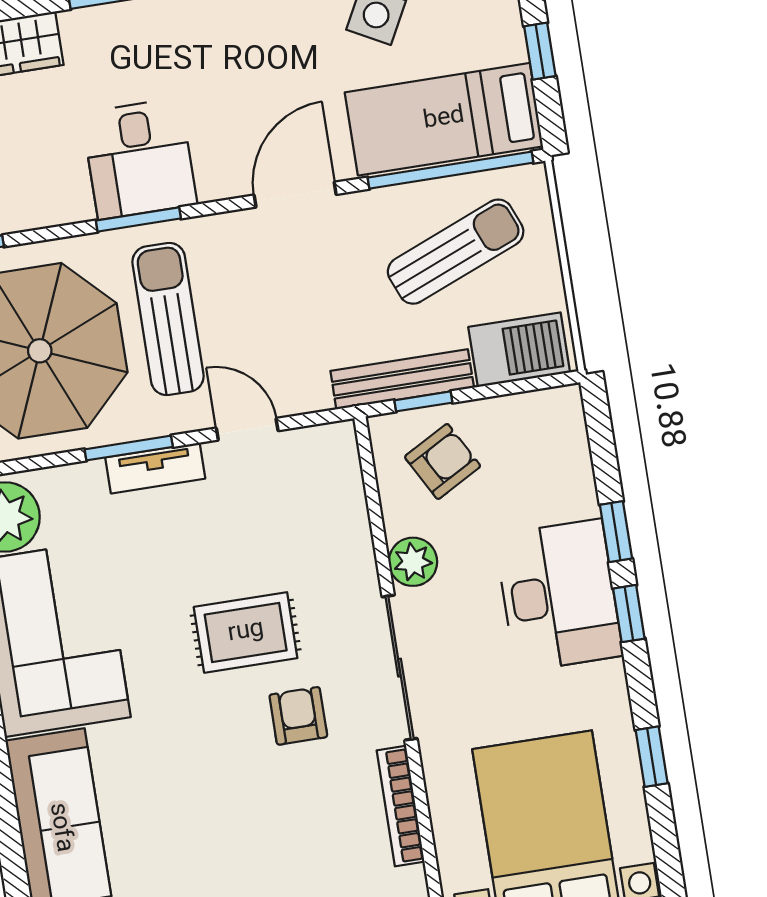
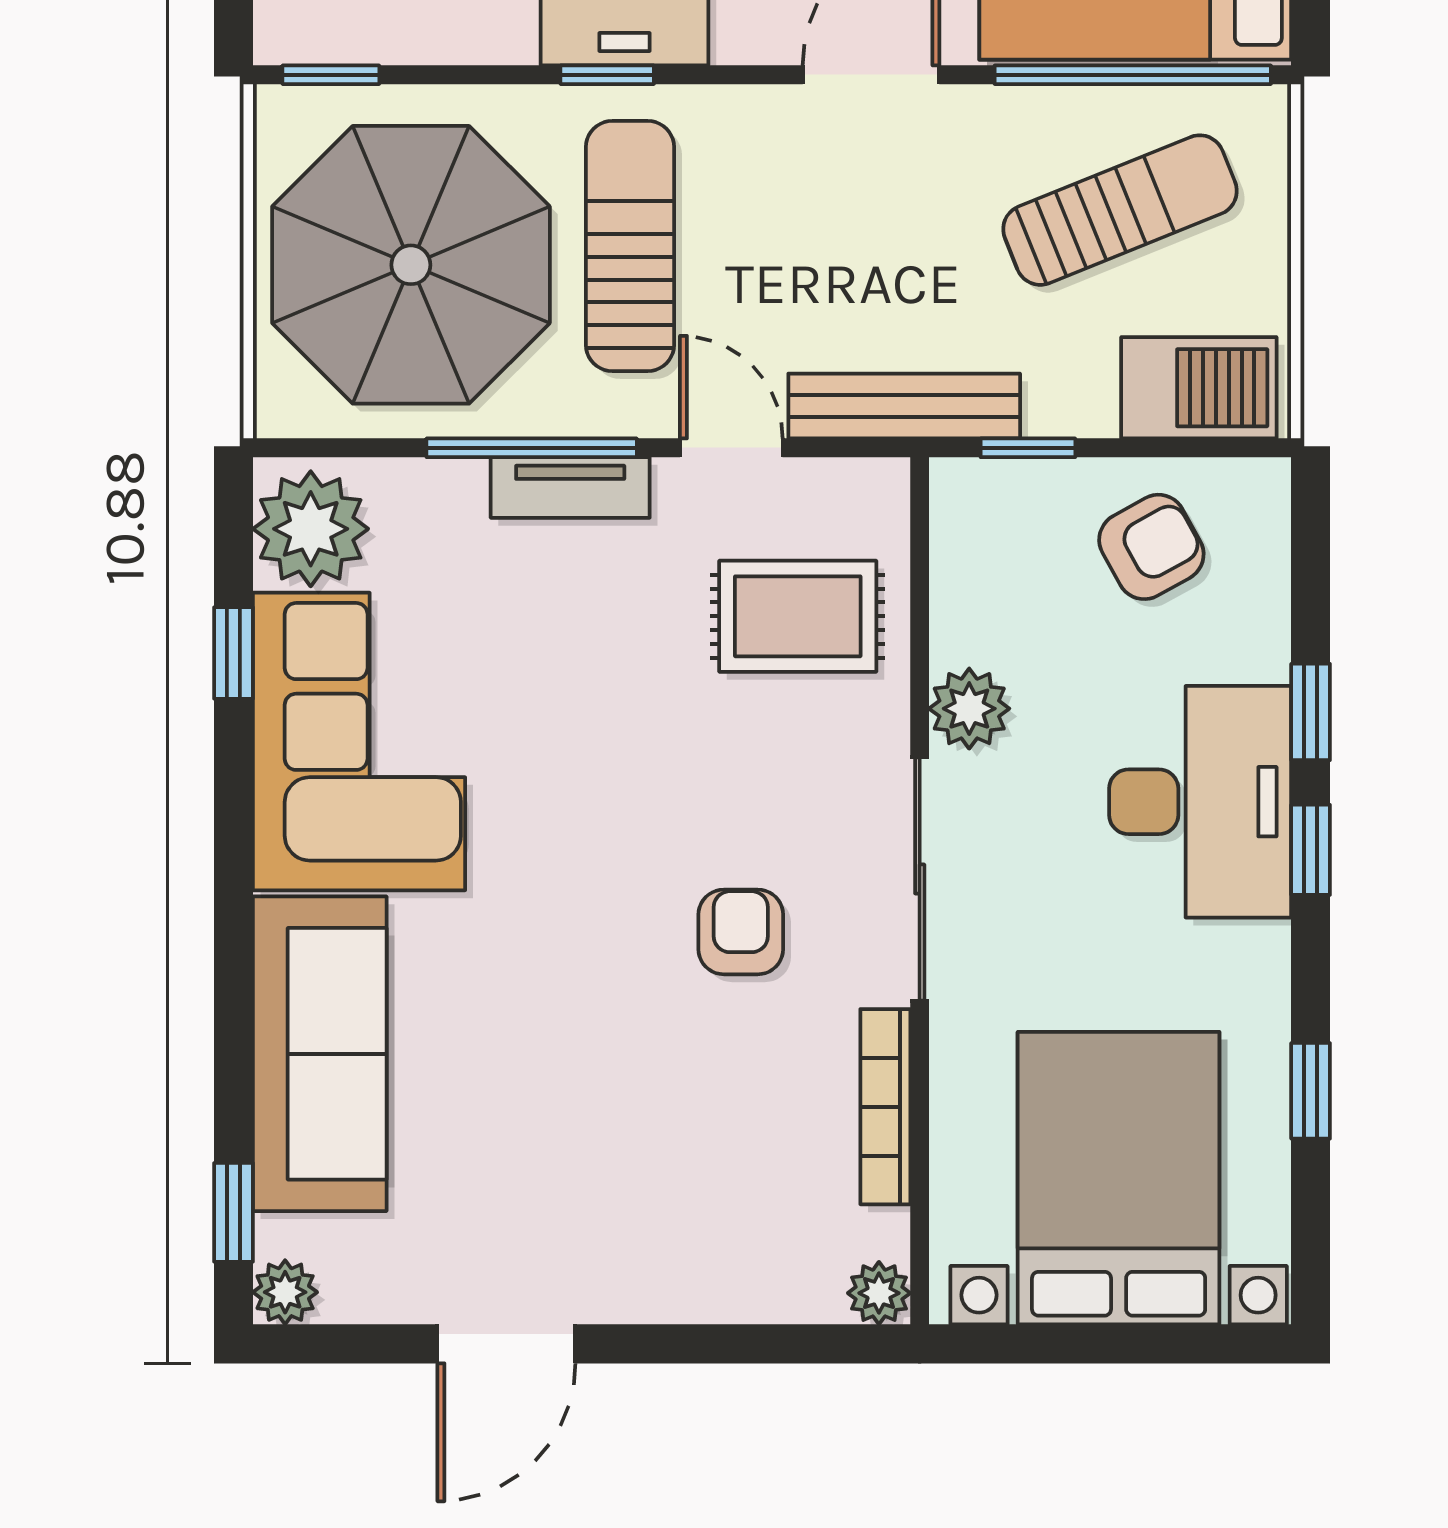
window: (138, 220) -> (607, 75), width x0.67
bench: (402, 379) -> (904, 406), moved
window: (129, 448) -> (532, 448), width x1.44
armchair: (443, 461) -> (1151, 547), moved
rug: (246, 632) -> (798, 616), moved

